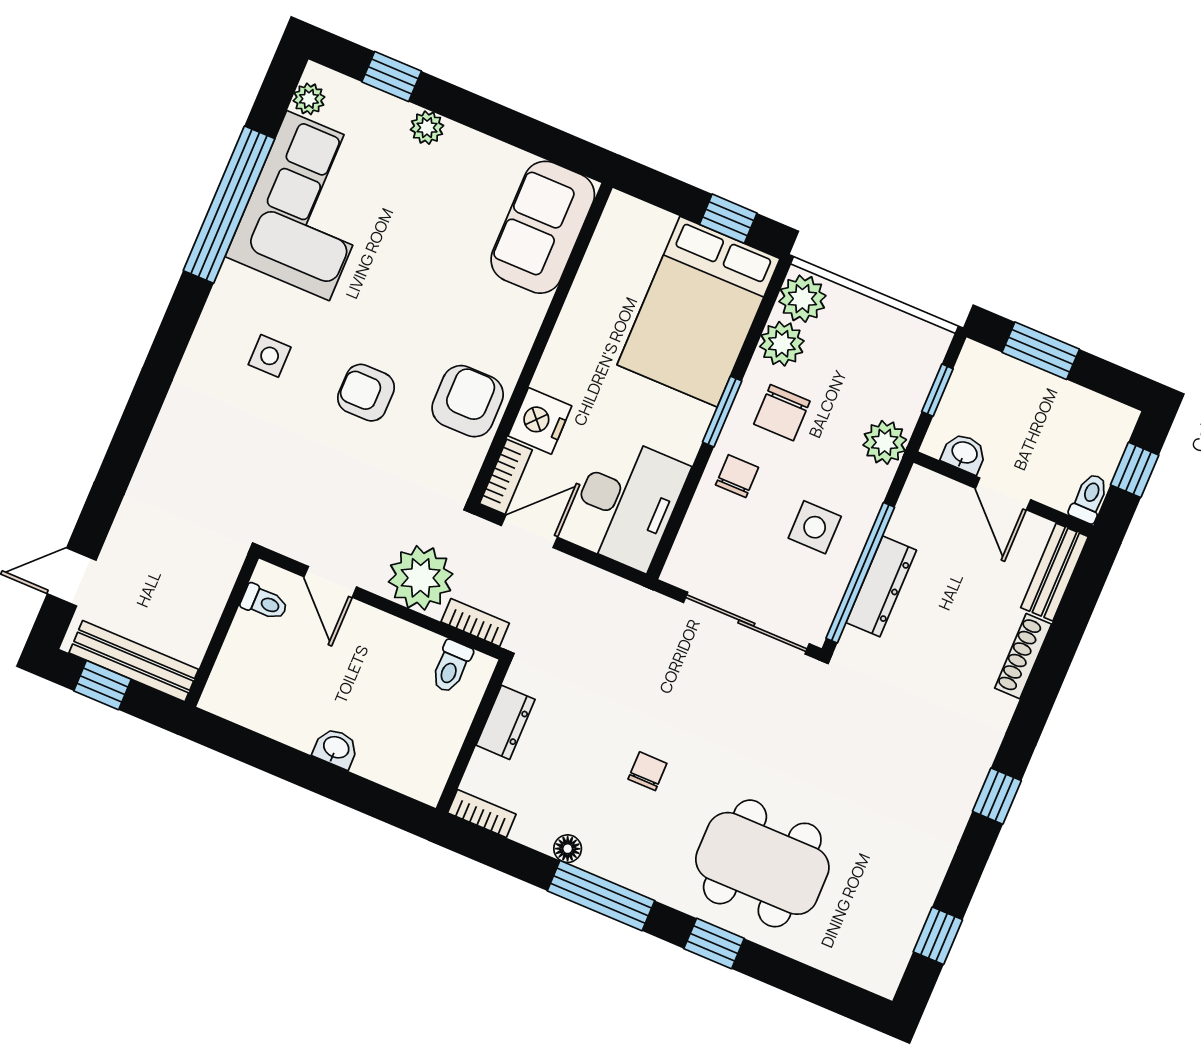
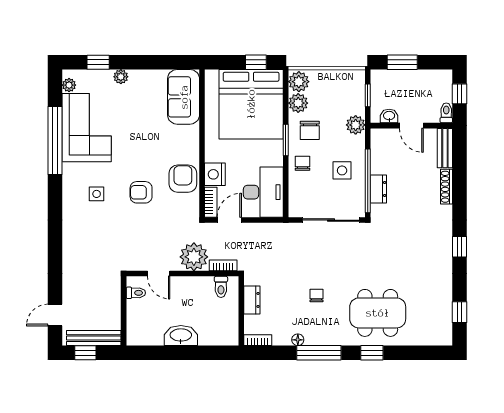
bed: (699, 312) -> (251, 104), width x1.36
dresser: (881, 586) -> (378, 189), width x0.70
washbasin: (336, 748) -> (181, 336), width x1.91, depth x1.45

